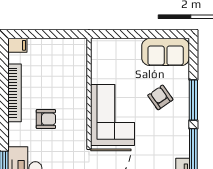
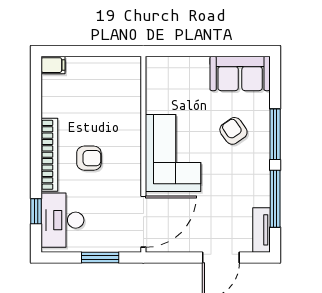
bookcase: (15, 93) -> (49, 155), moved

